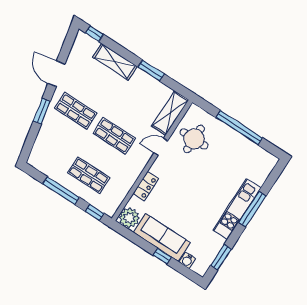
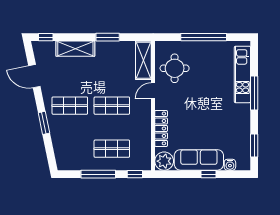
door: (56, 74) -> (34, 76), moved
locker: (146, 186) -> (161, 128), width x1.53
kitchen unit: (237, 209) -> (242, 74), moved

